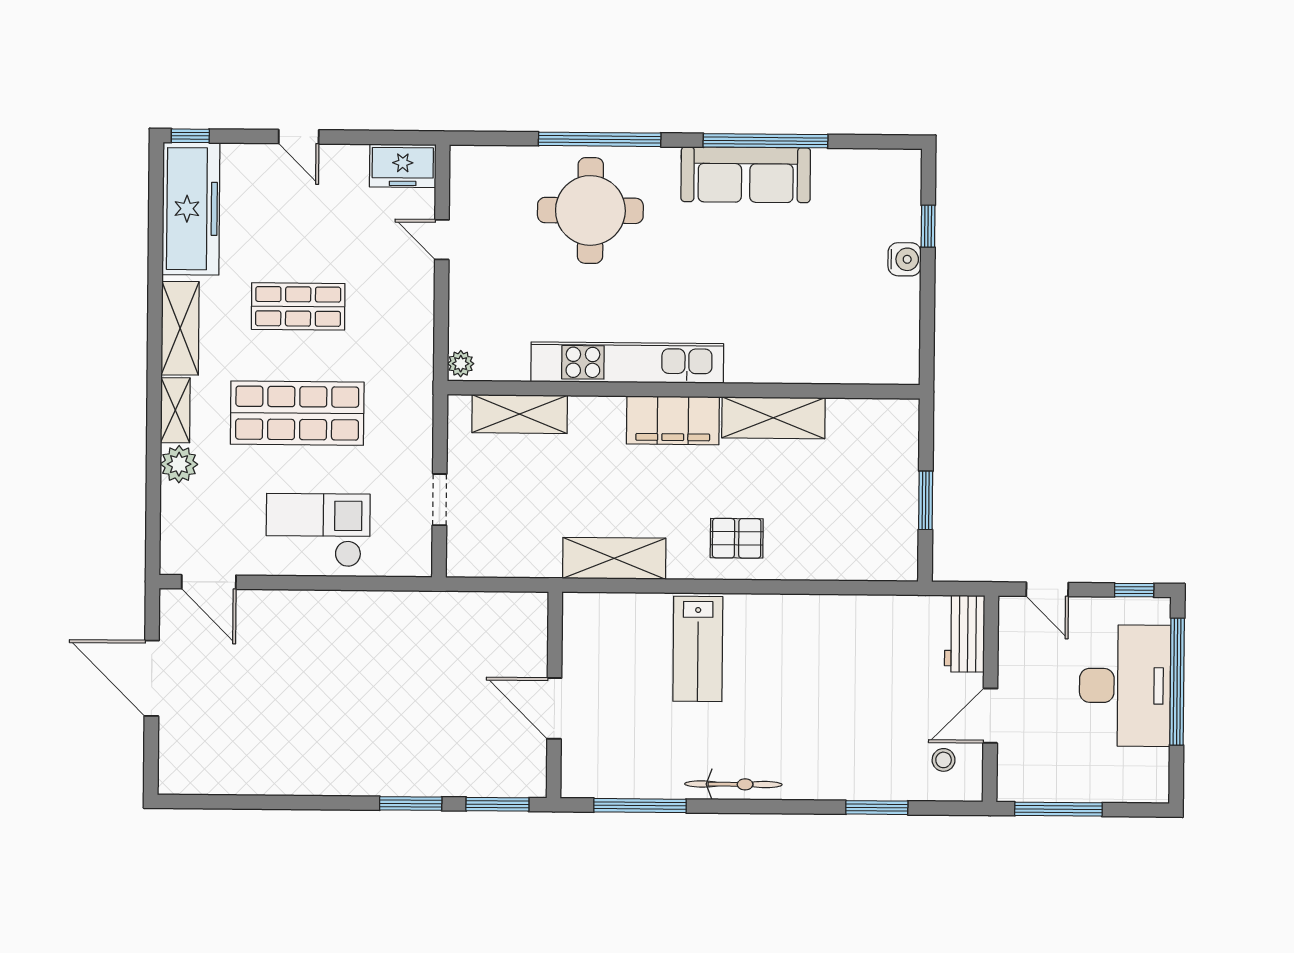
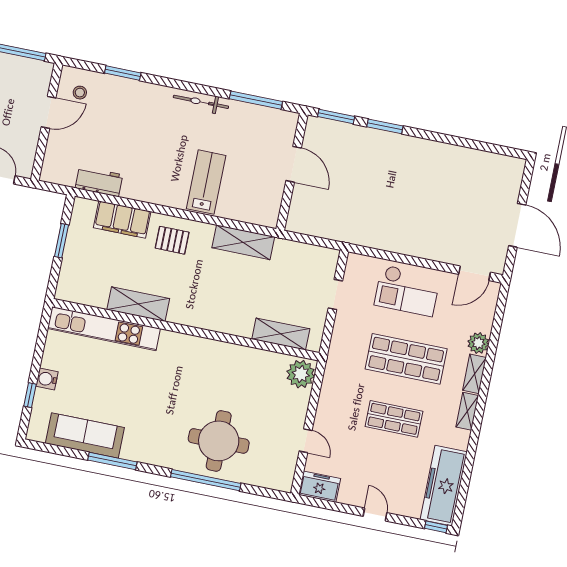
window: (766, 141) -> (112, 461), width x0.68
sofa: (746, 175) -> (85, 435), moved
shelving: (180, 328) -> (467, 411), width x0.67, depth x0.75
kitchen unit: (627, 363) -> (104, 329), moved
plant: (461, 364) -> (301, 374), width x1.88, depth x1.88
filing cabinet: (673, 420) -> (122, 220), moved, turned 180
door: (209, 582) -> (474, 273), swing flipped
workbench: (965, 634) -> (99, 181), moved, turned -90

